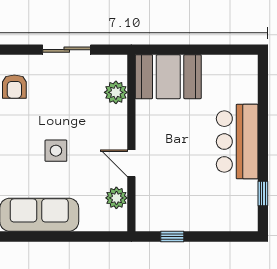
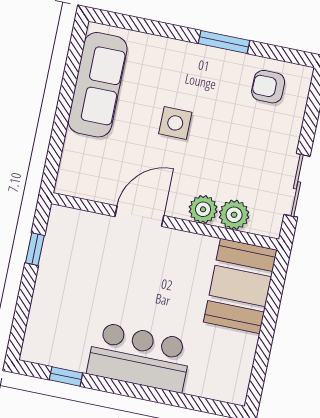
sliding door: (67, 50) -> (297, 185), moved
door: (131, 163) -> (139, 216), width x1.38
plant: (116, 198) -> (203, 209), moved

